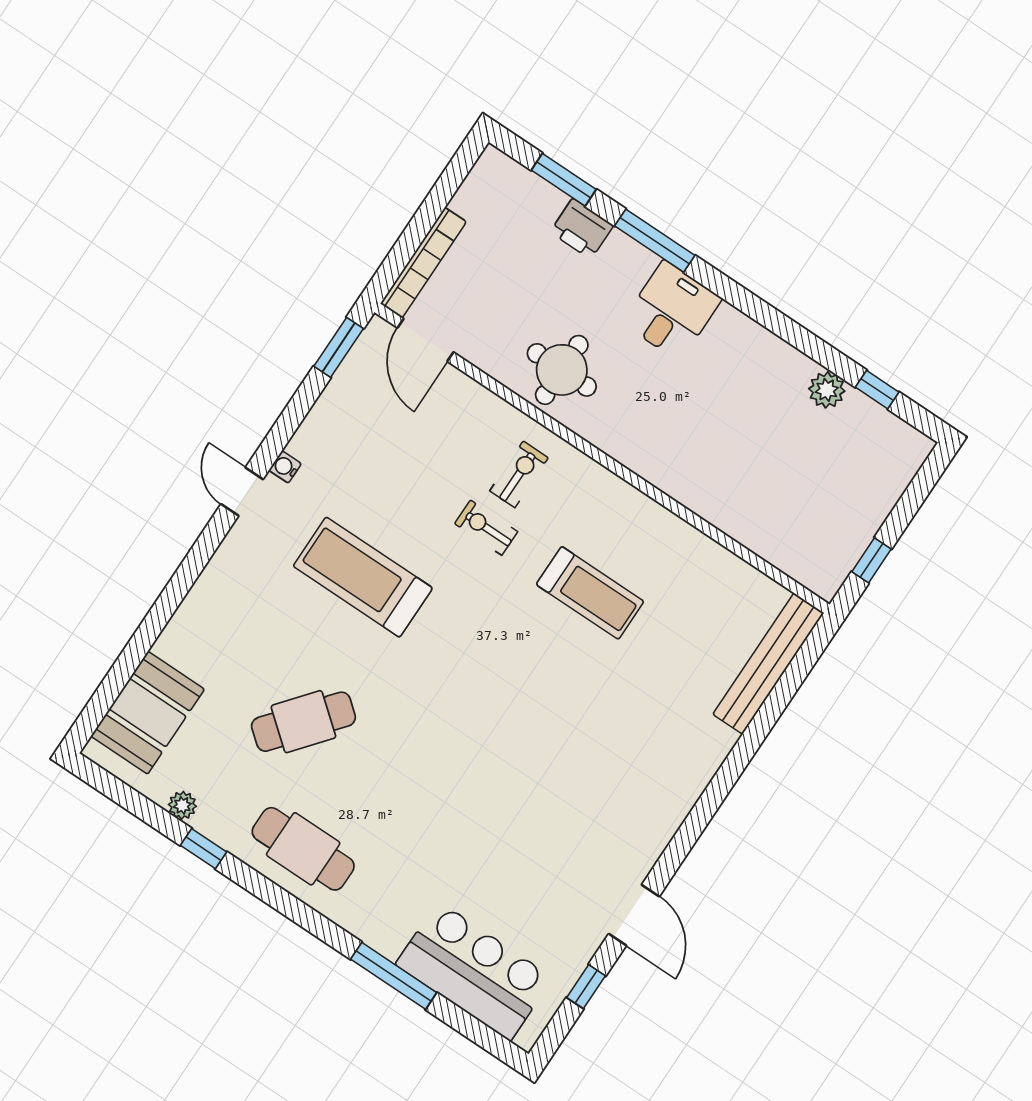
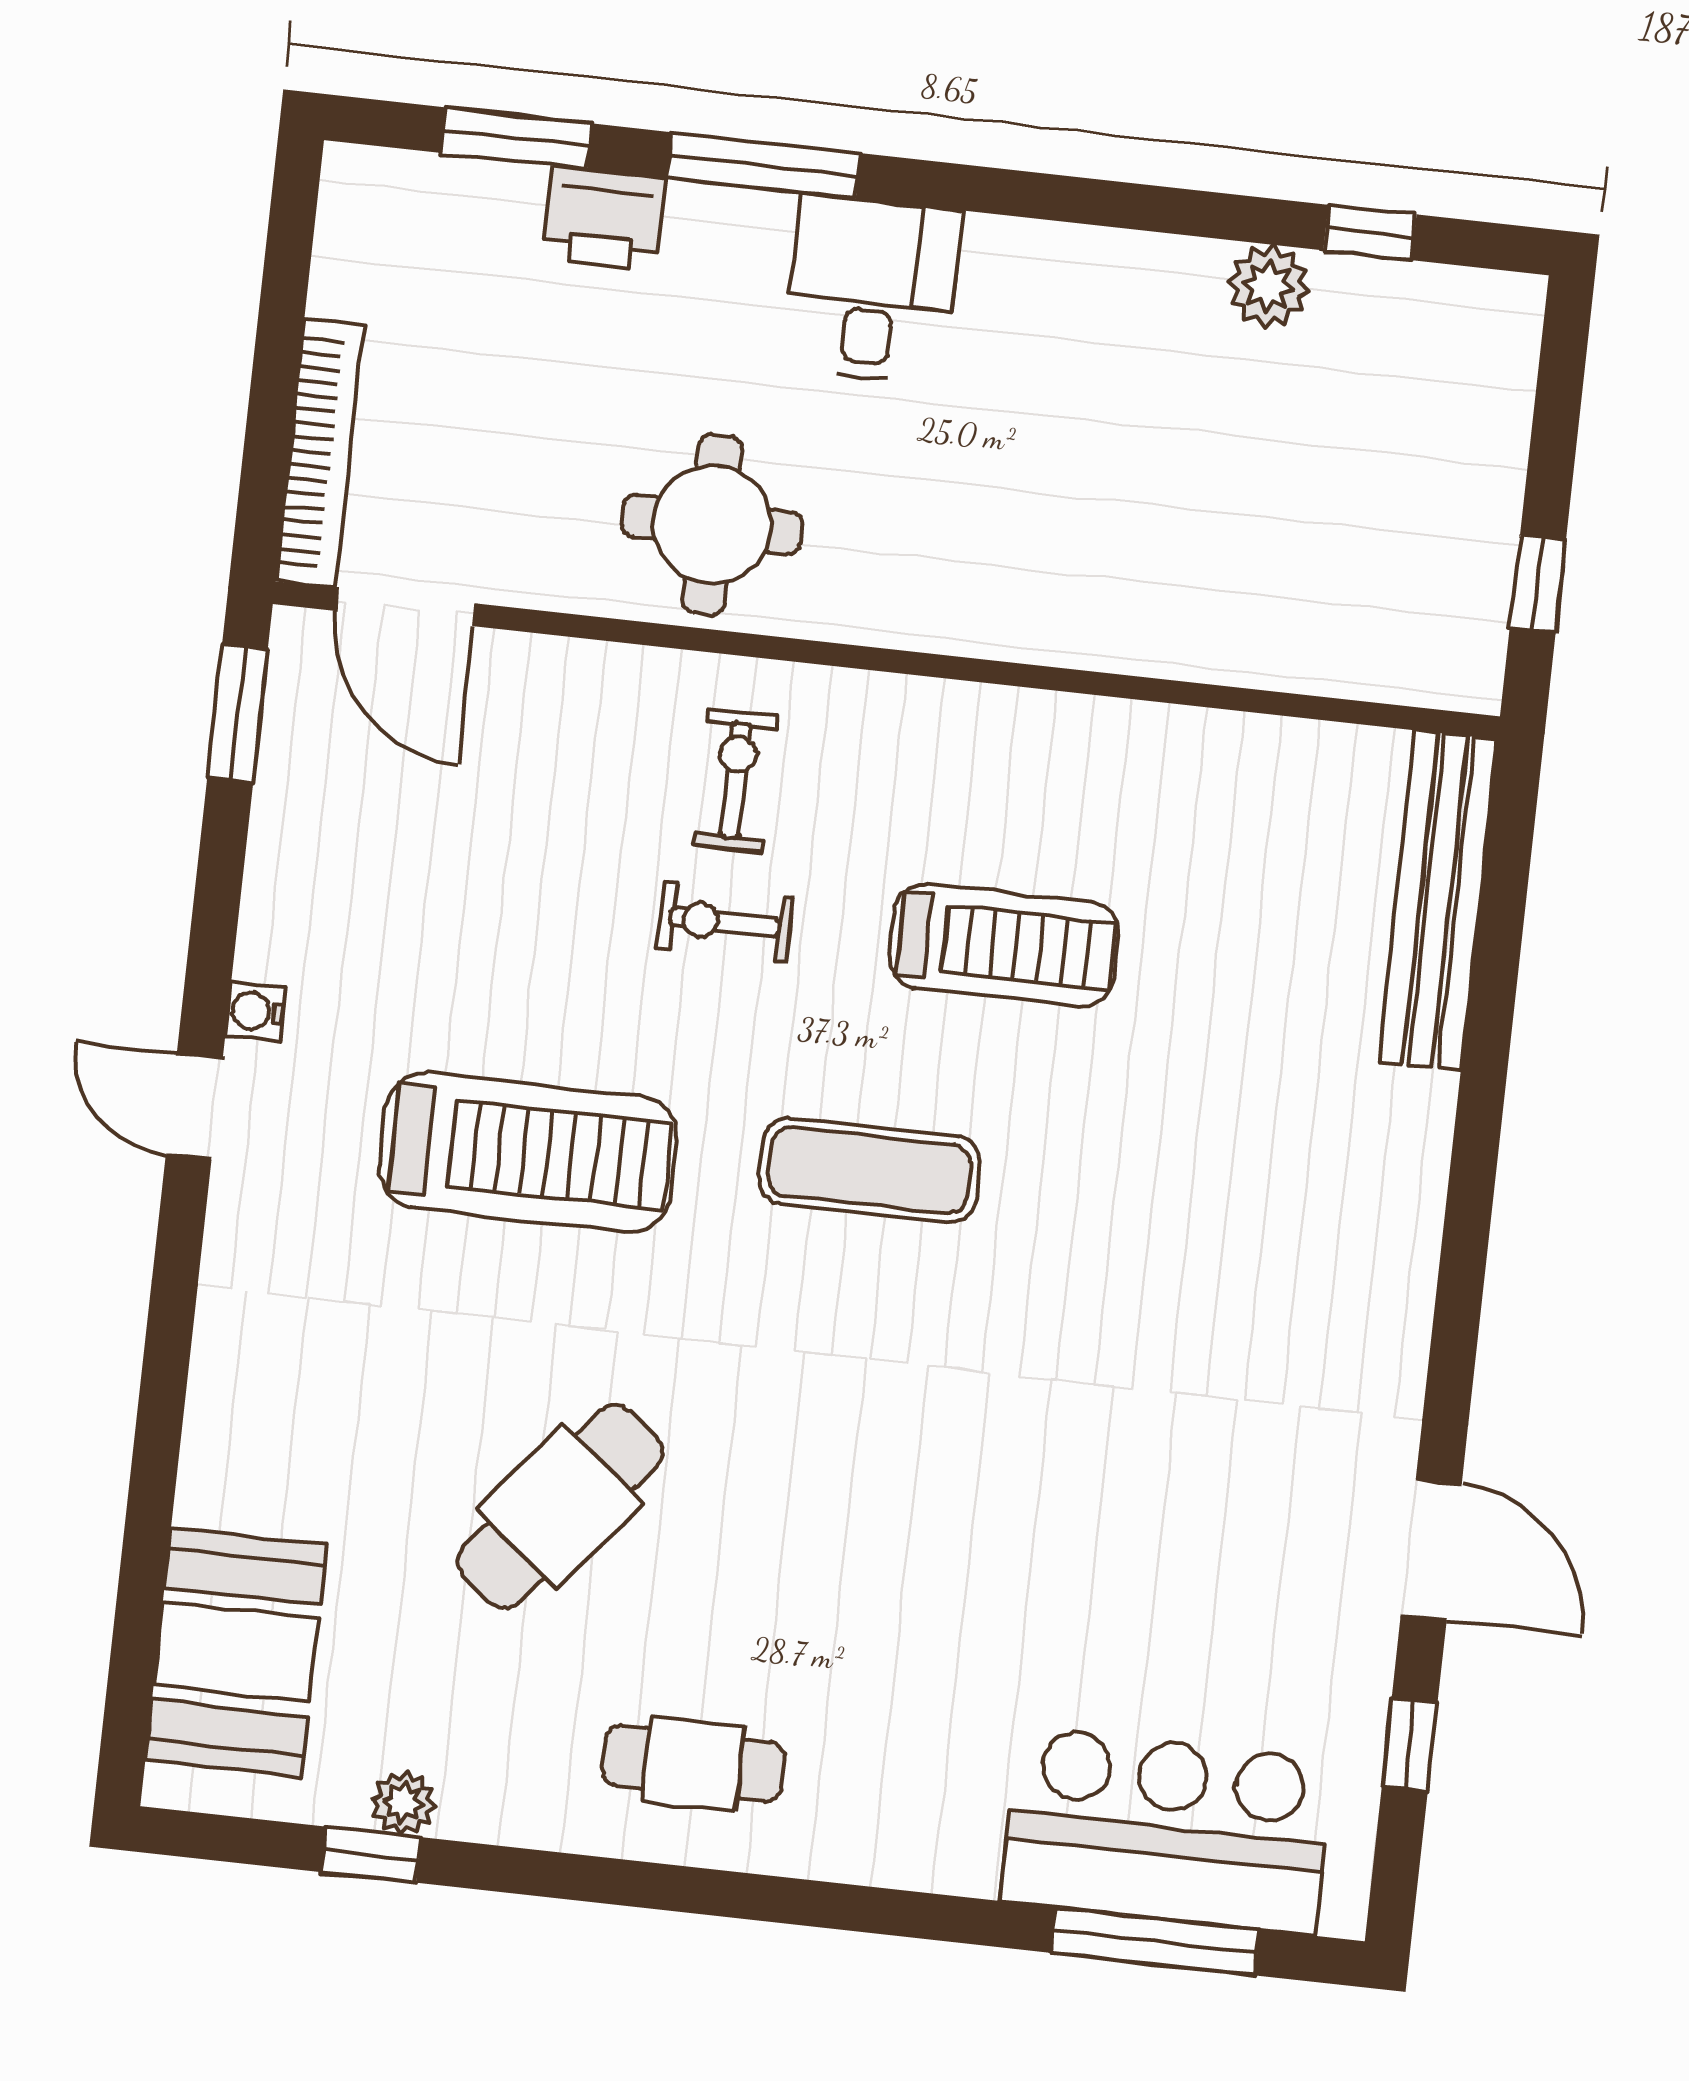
treadmill: (363, 577) -> (528, 1152), turned 180
exercise mat: (492, 653) -> (869, 1170), added
window: (203, 849) -> (371, 1855), moved
cafe table: (303, 849) -> (693, 1764), width x0.73, depth x0.74
window: (394, 976) -> (1155, 1941), moved

